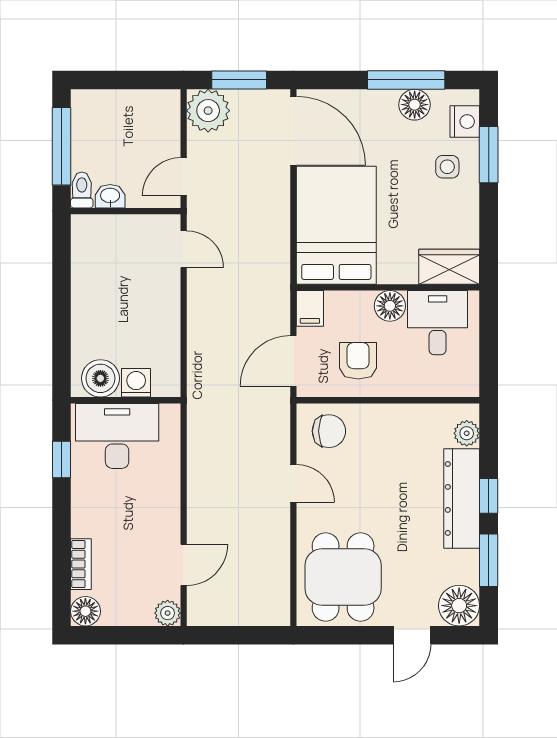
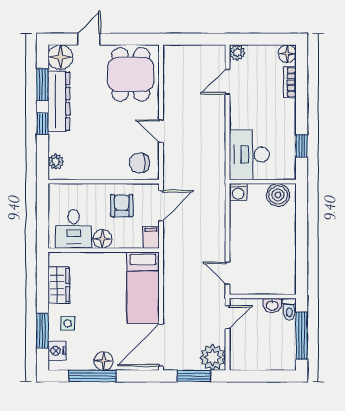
floor lamp: (415, 105) -> (104, 361), moved
door: (293, 131) -> (161, 345), hinge flipped
bed: (336, 225) -> (143, 288), width x0.67
wardrobe: (449, 267) -> (59, 285), moved, turned -90
armchair: (358, 361) -> (122, 206), turned 180
washing machine: (136, 383) -> (238, 192), moved
desk: (117, 436) -> (249, 155), moved, turned 90
dresser: (462, 498) -> (59, 101), moved

